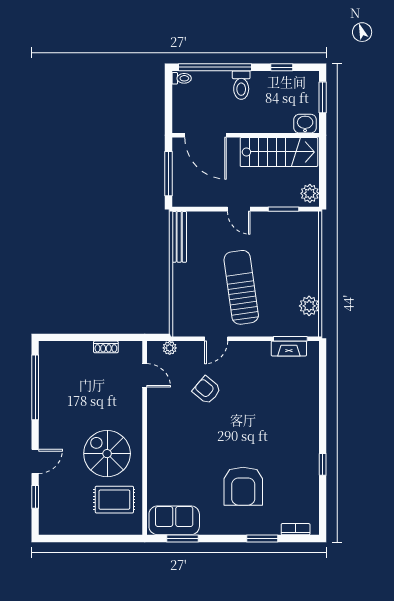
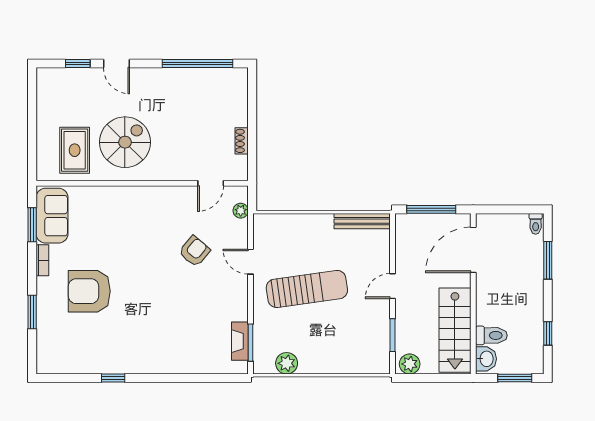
window: (215, 67) -> (548, 260), width x0.47
toilet: (241, 85) -> (491, 335), moved, turned 180
bookcase: (296, 529) -> (42, 260), moved

